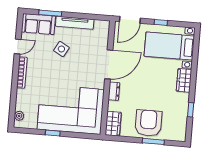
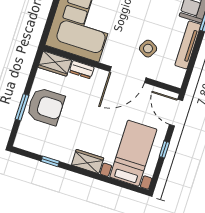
side table: (61, 49) -> (148, 49), moved
door: (109, 64) -> (128, 75), hinge flipped
dresser: (114, 91) -> (82, 70), moved

